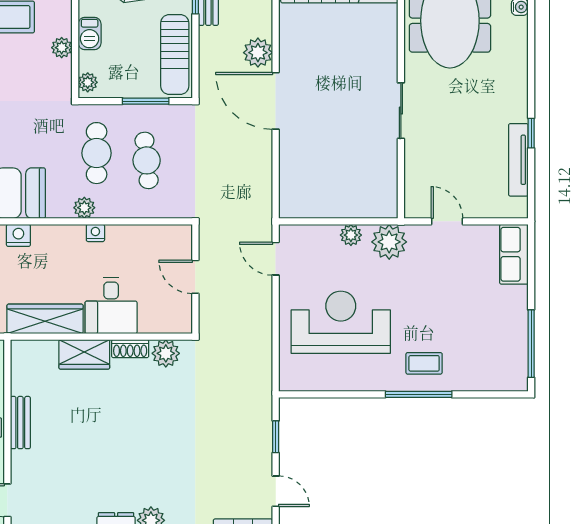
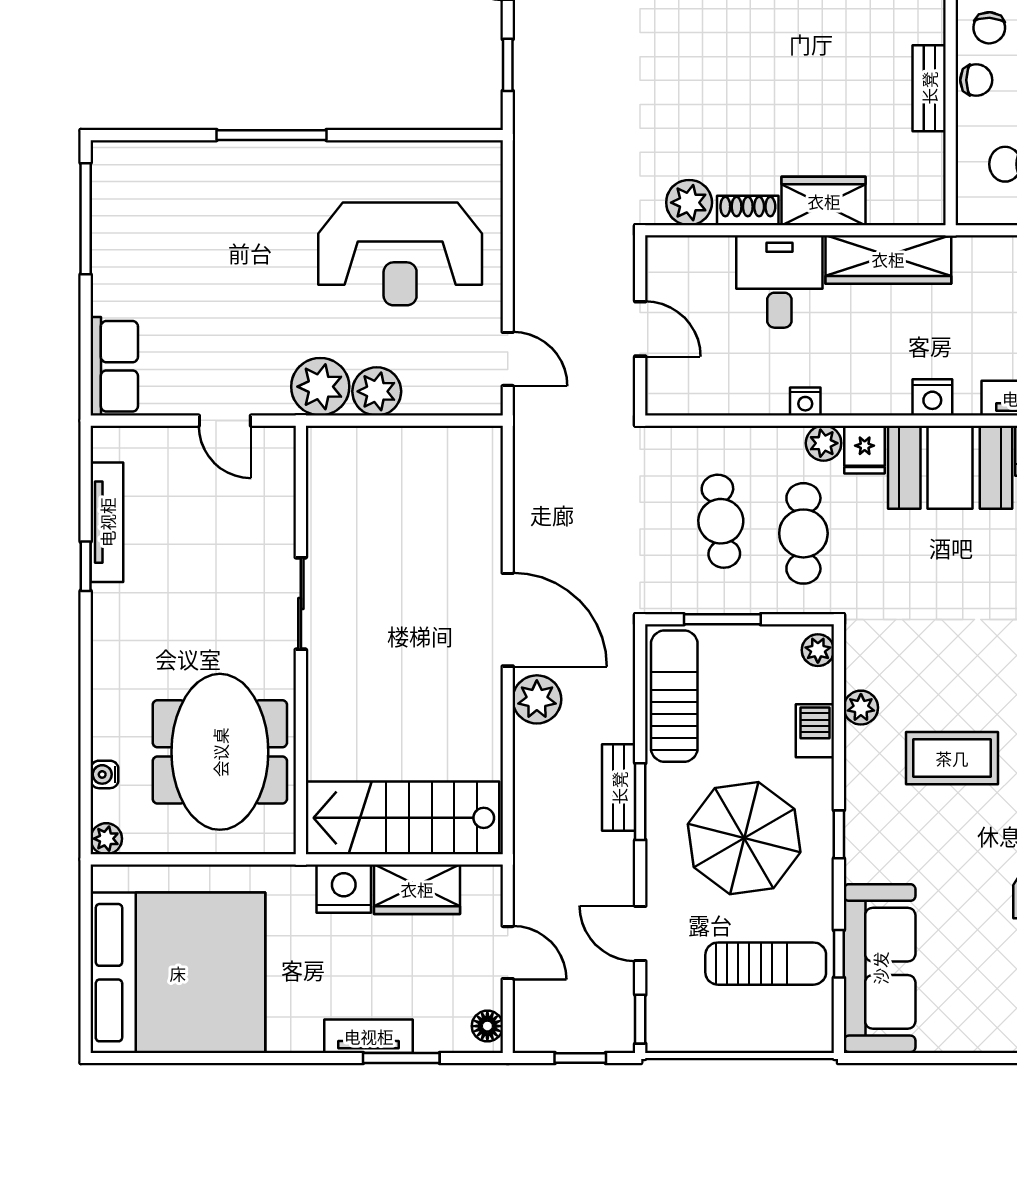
fridge: (59, 204) -> (865, 450), added
plant: (351, 235) -> (377, 391), width x1.38, depth x1.38
coffee table: (424, 363) -> (263, 186), removed

